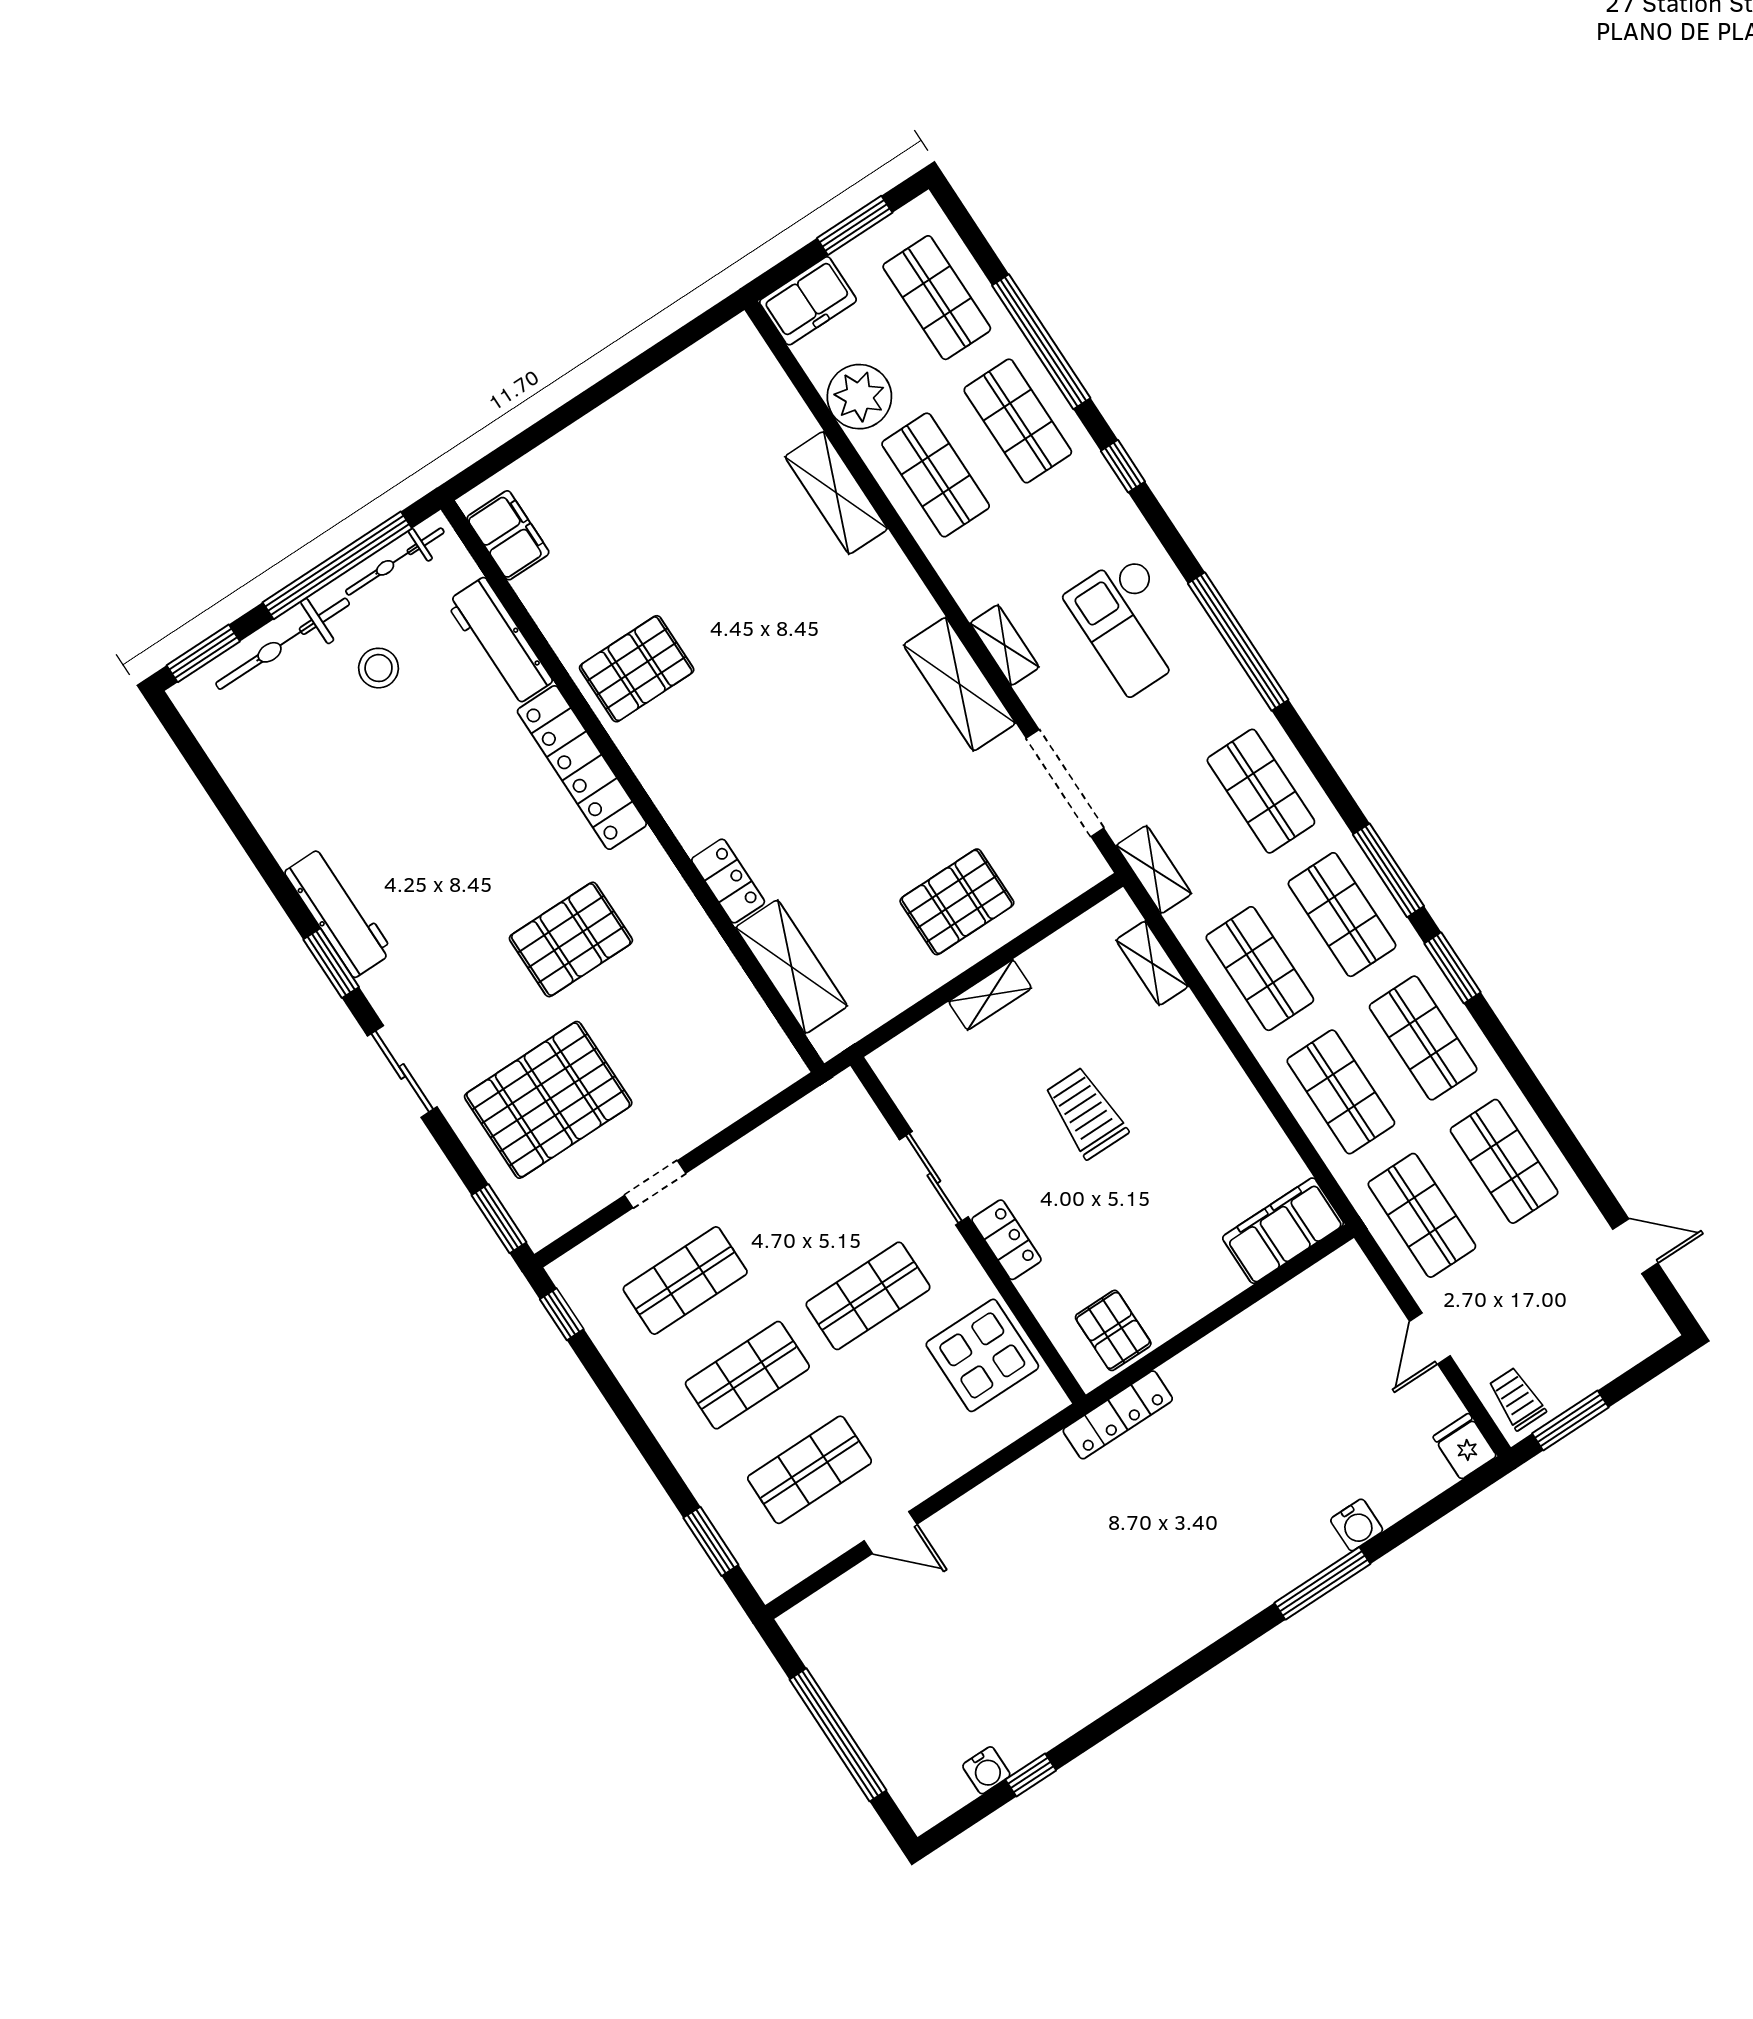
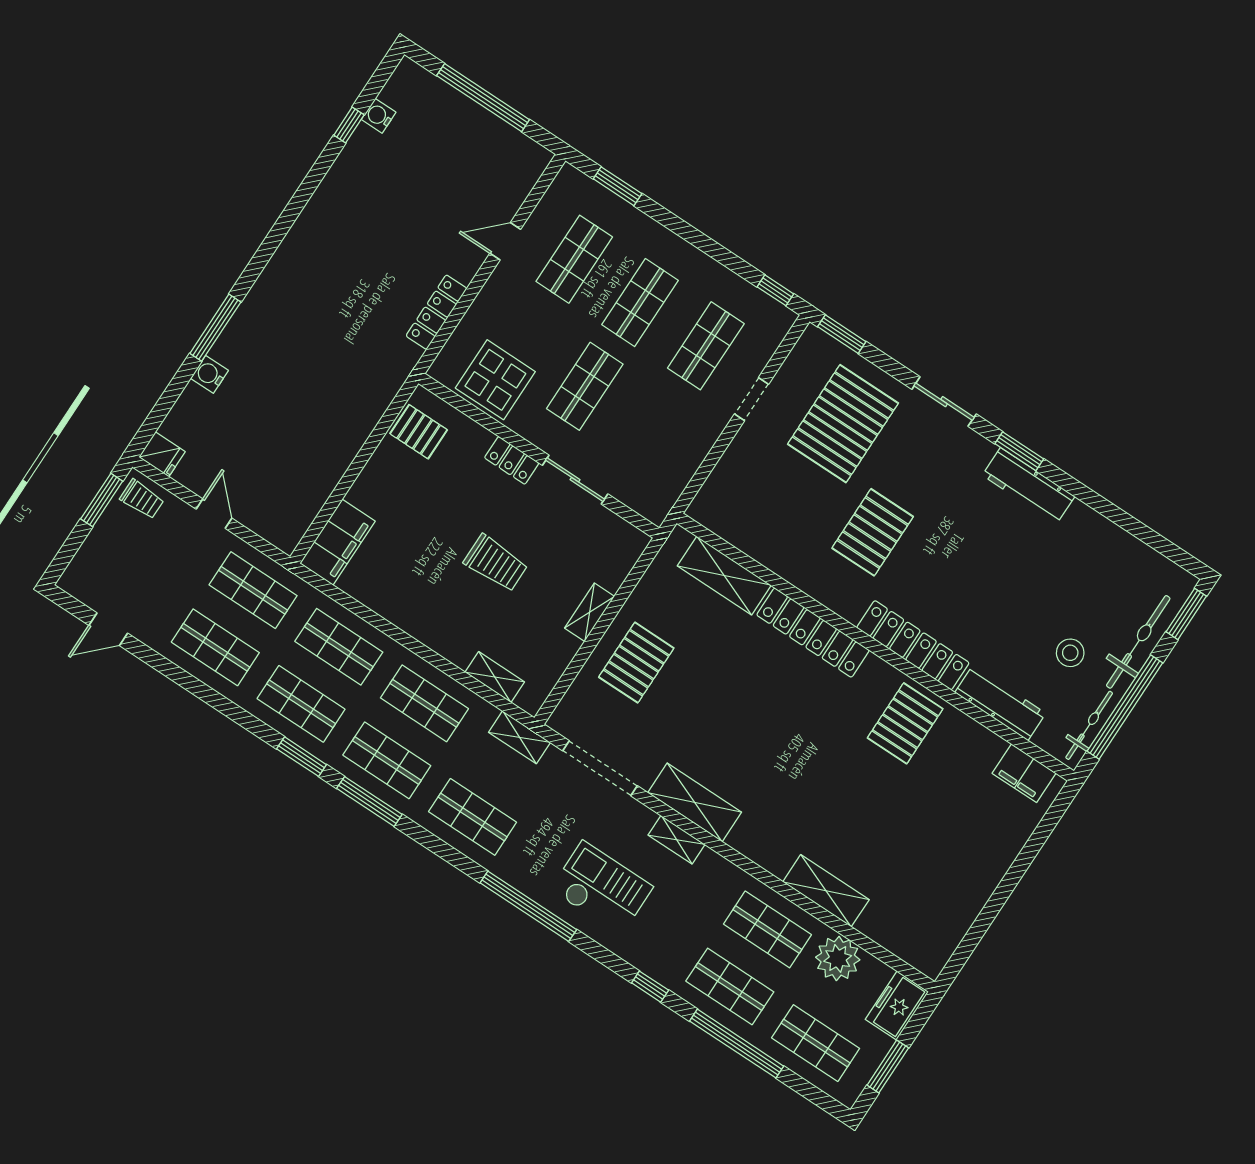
locker: (728, 881) -> (813, 633), width x2.16, depth x1.21
locker: (1118, 1415) -> (436, 312), moved

